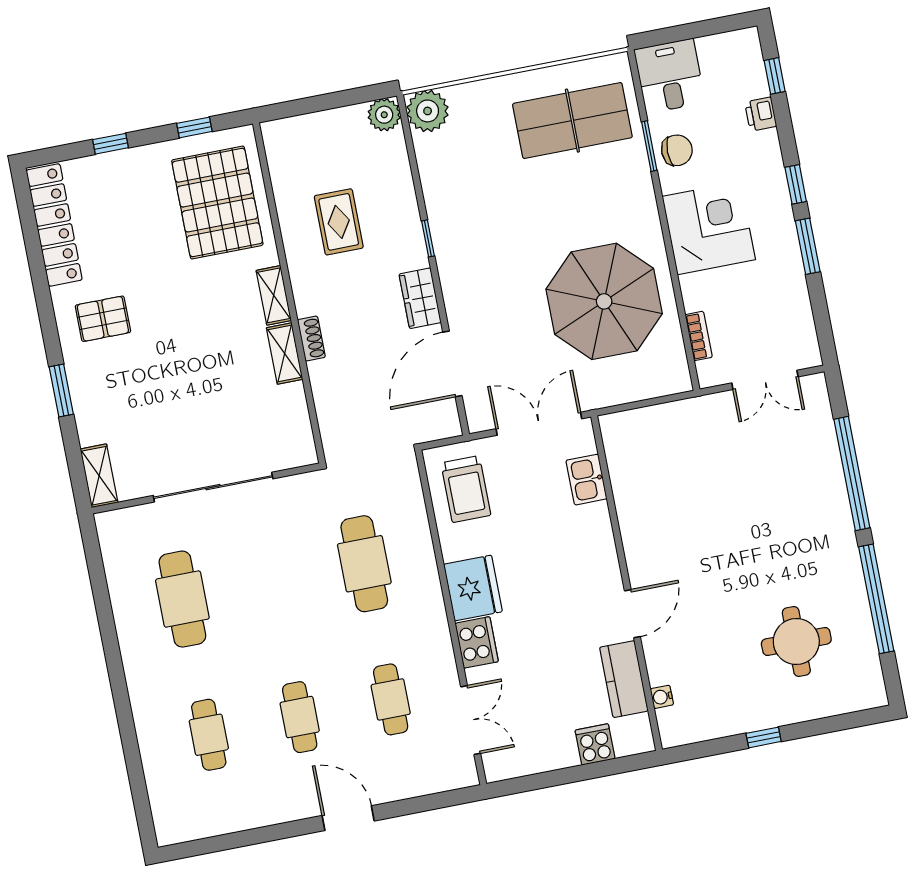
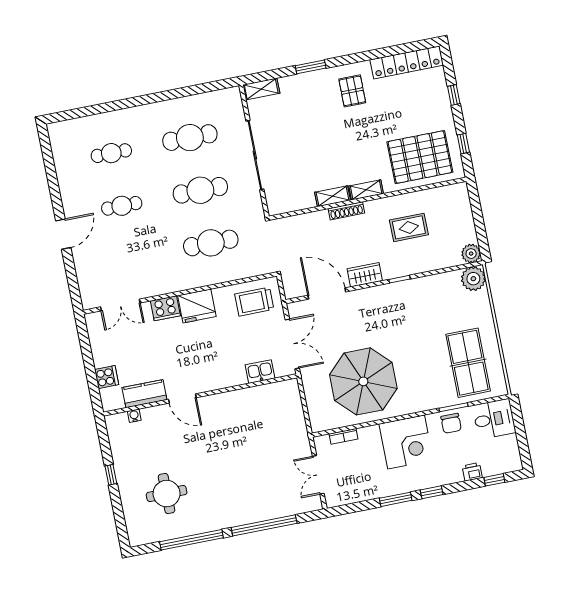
shoe rack: (311, 339) -> (346, 211), width x1.43
cafe table: (391, 699) -> (200, 190), moved, width x1.37, depth x1.35

